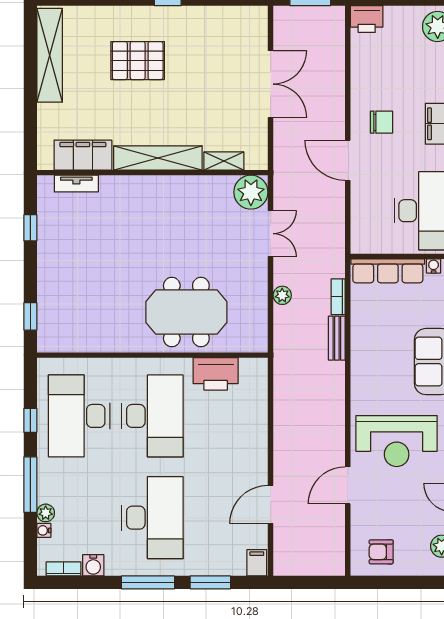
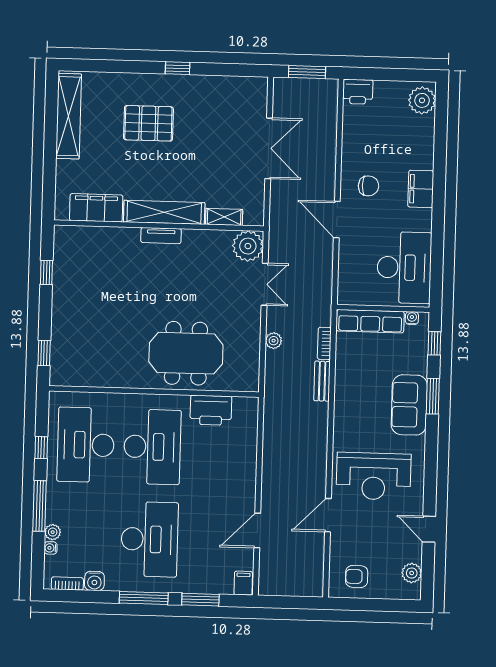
tv unit: (76, 184) -> (161, 236), moved

